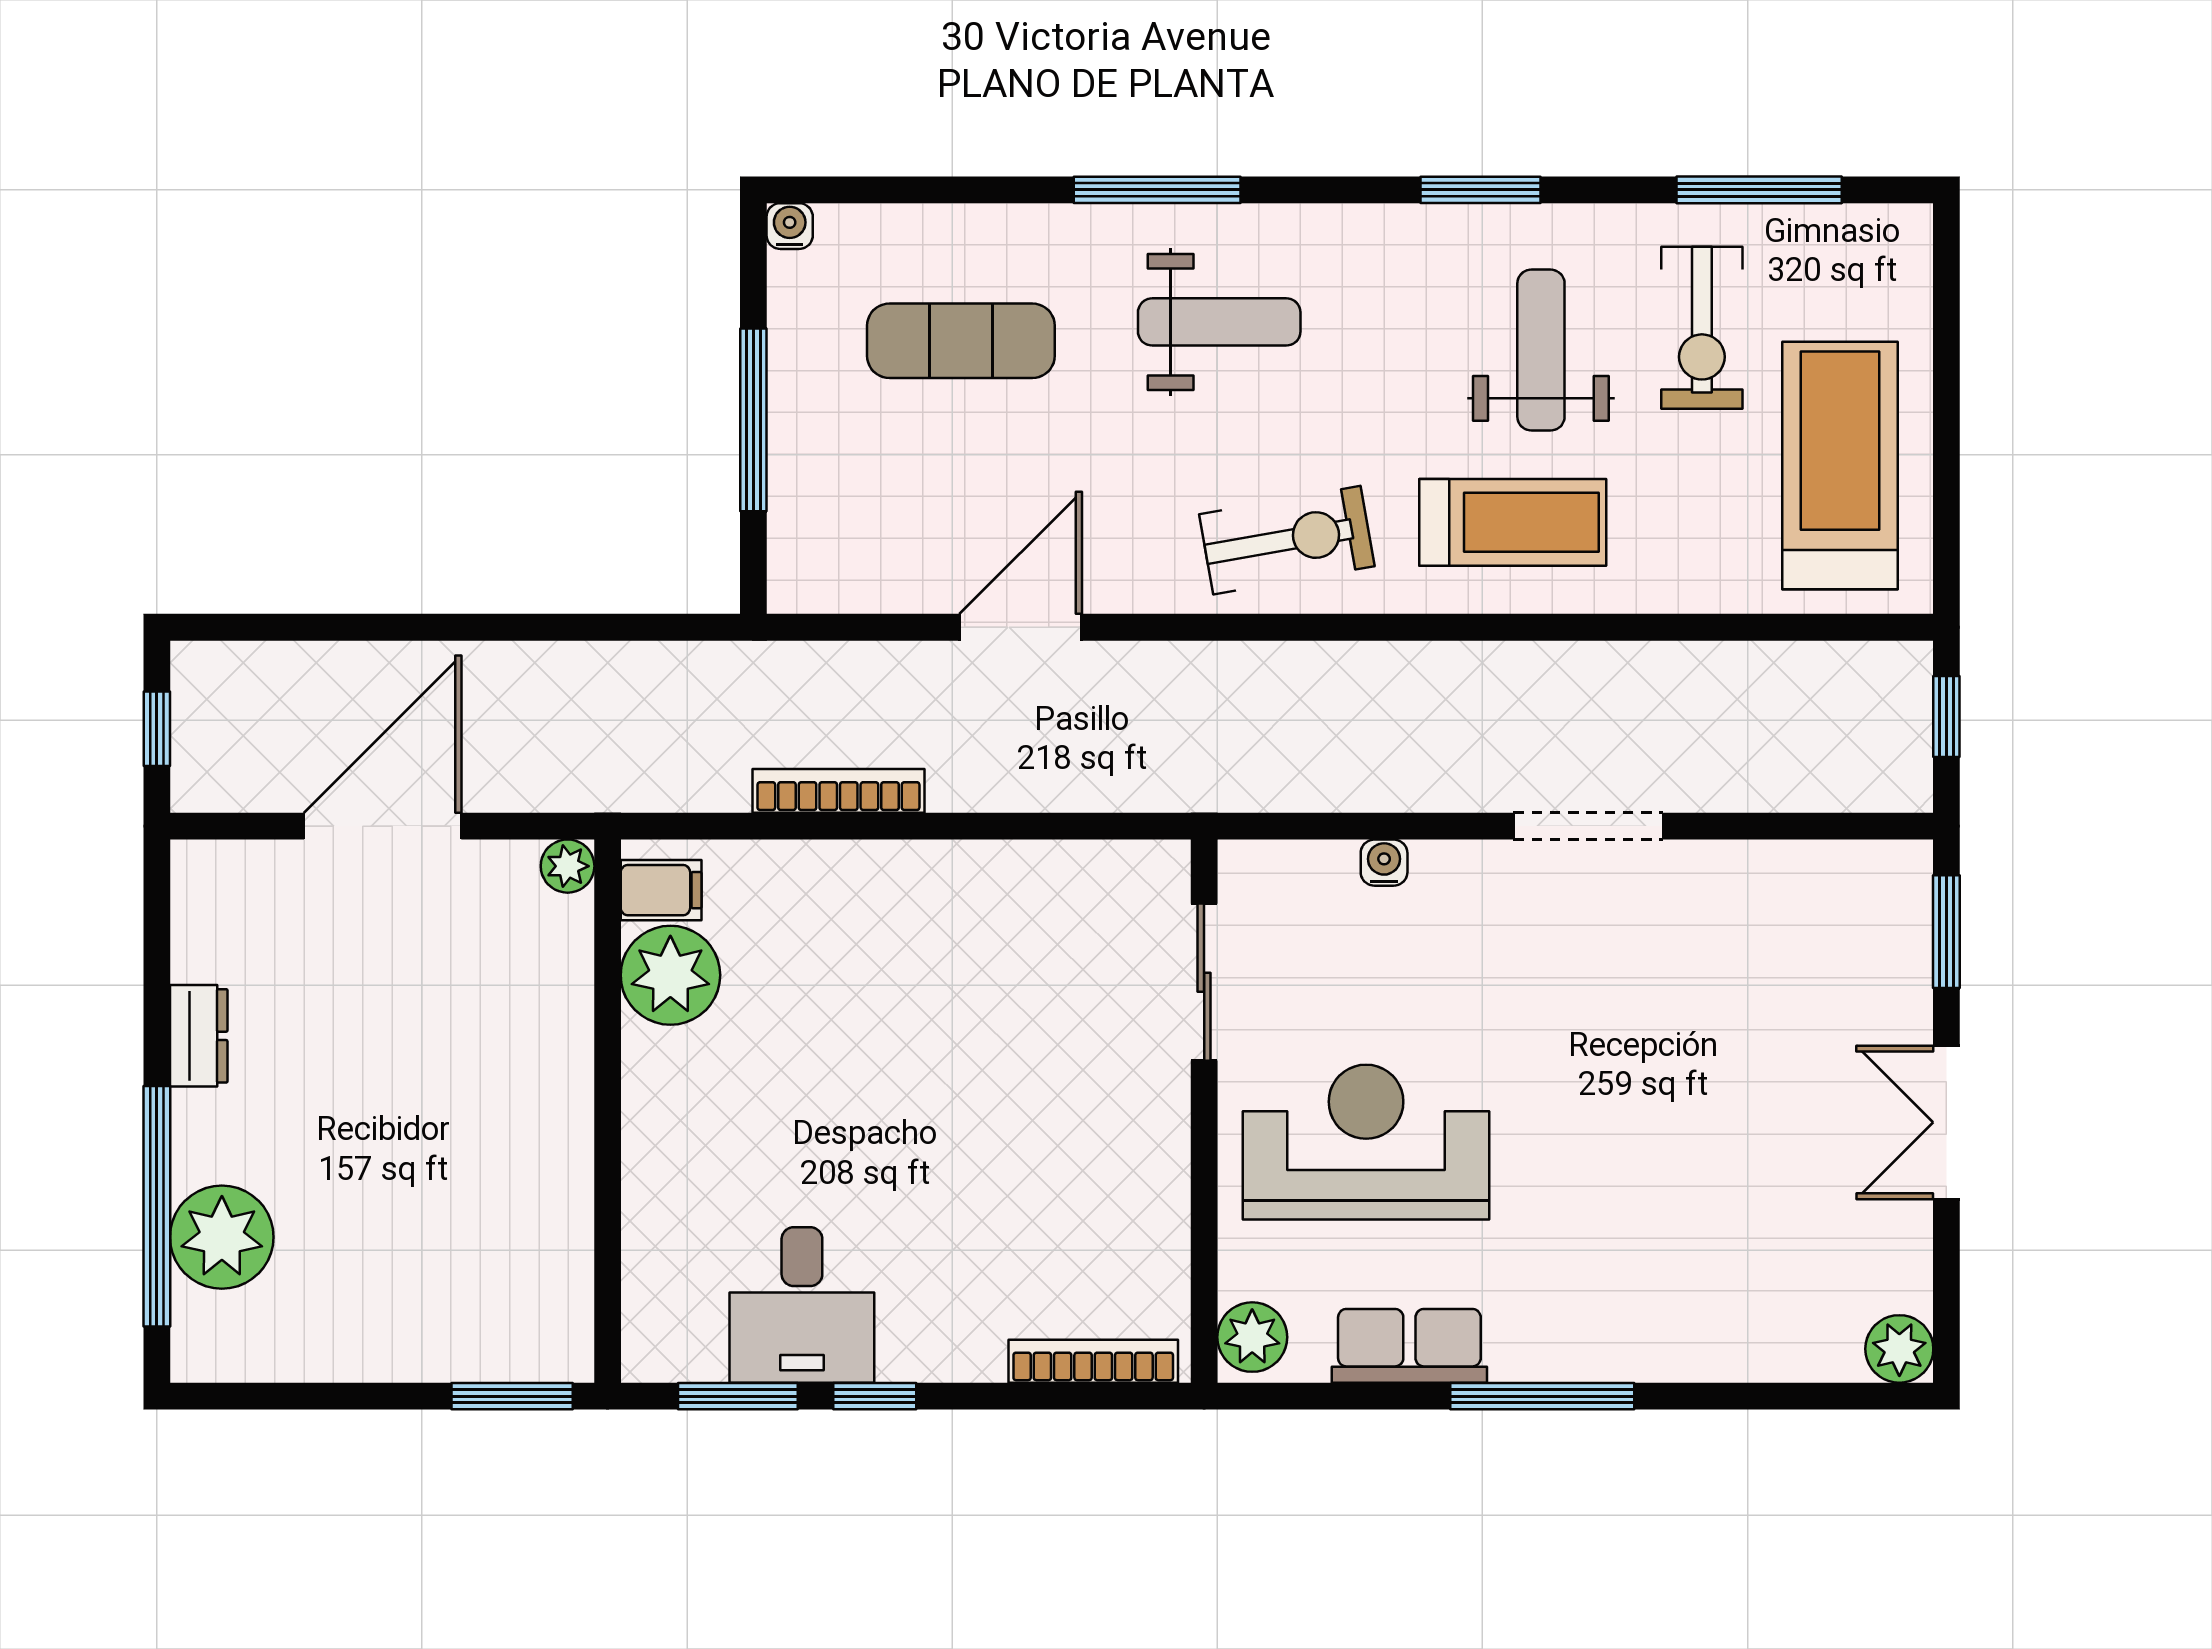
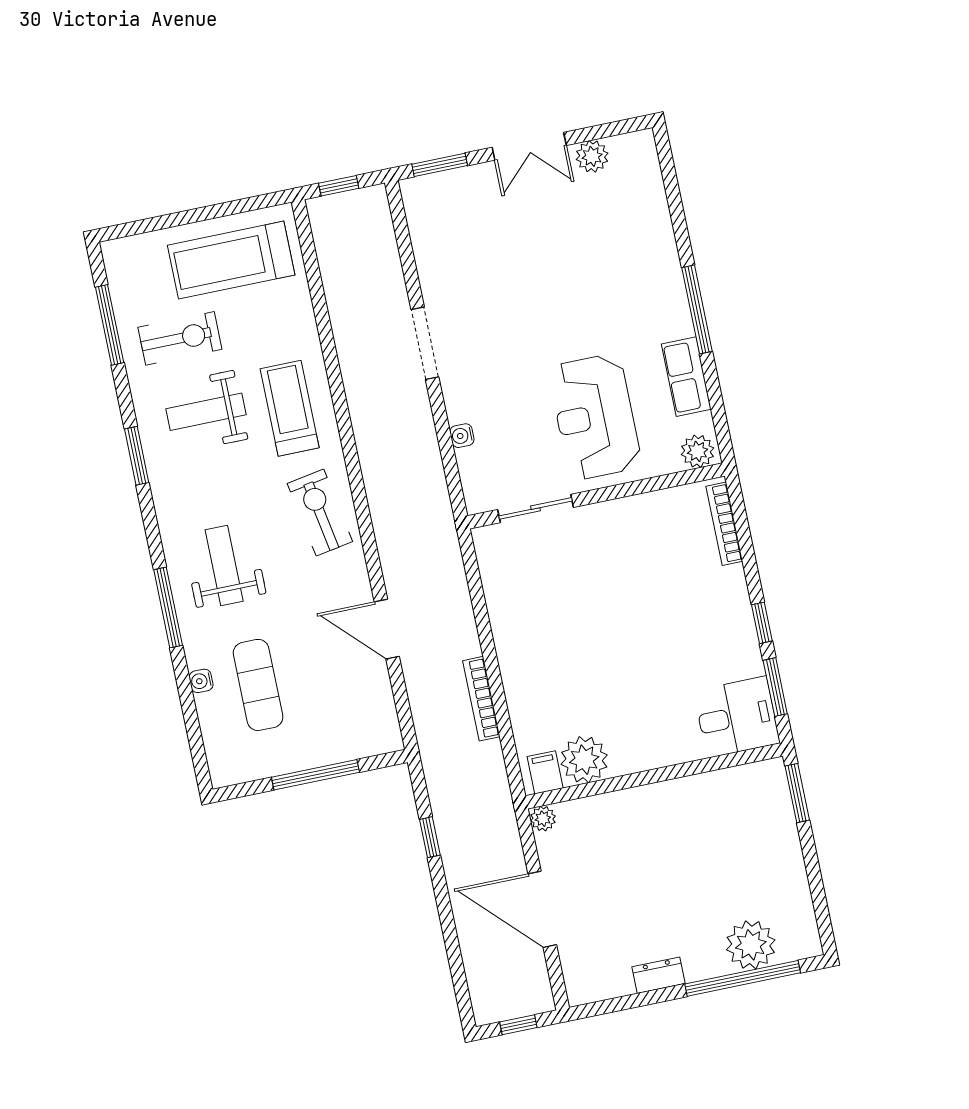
water cooler: (790, 226) -> (201, 681), moved
window: (577, 627) -> (430, 837), added
desk: (802, 1305) -> (737, 717), moved
plant: (1899, 1349) -> (592, 156), moved

